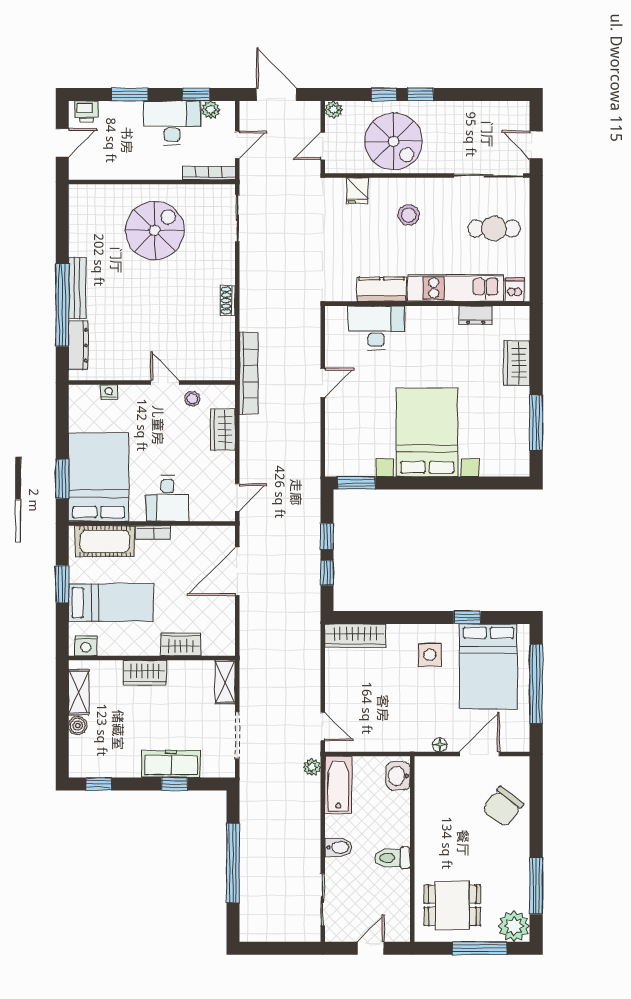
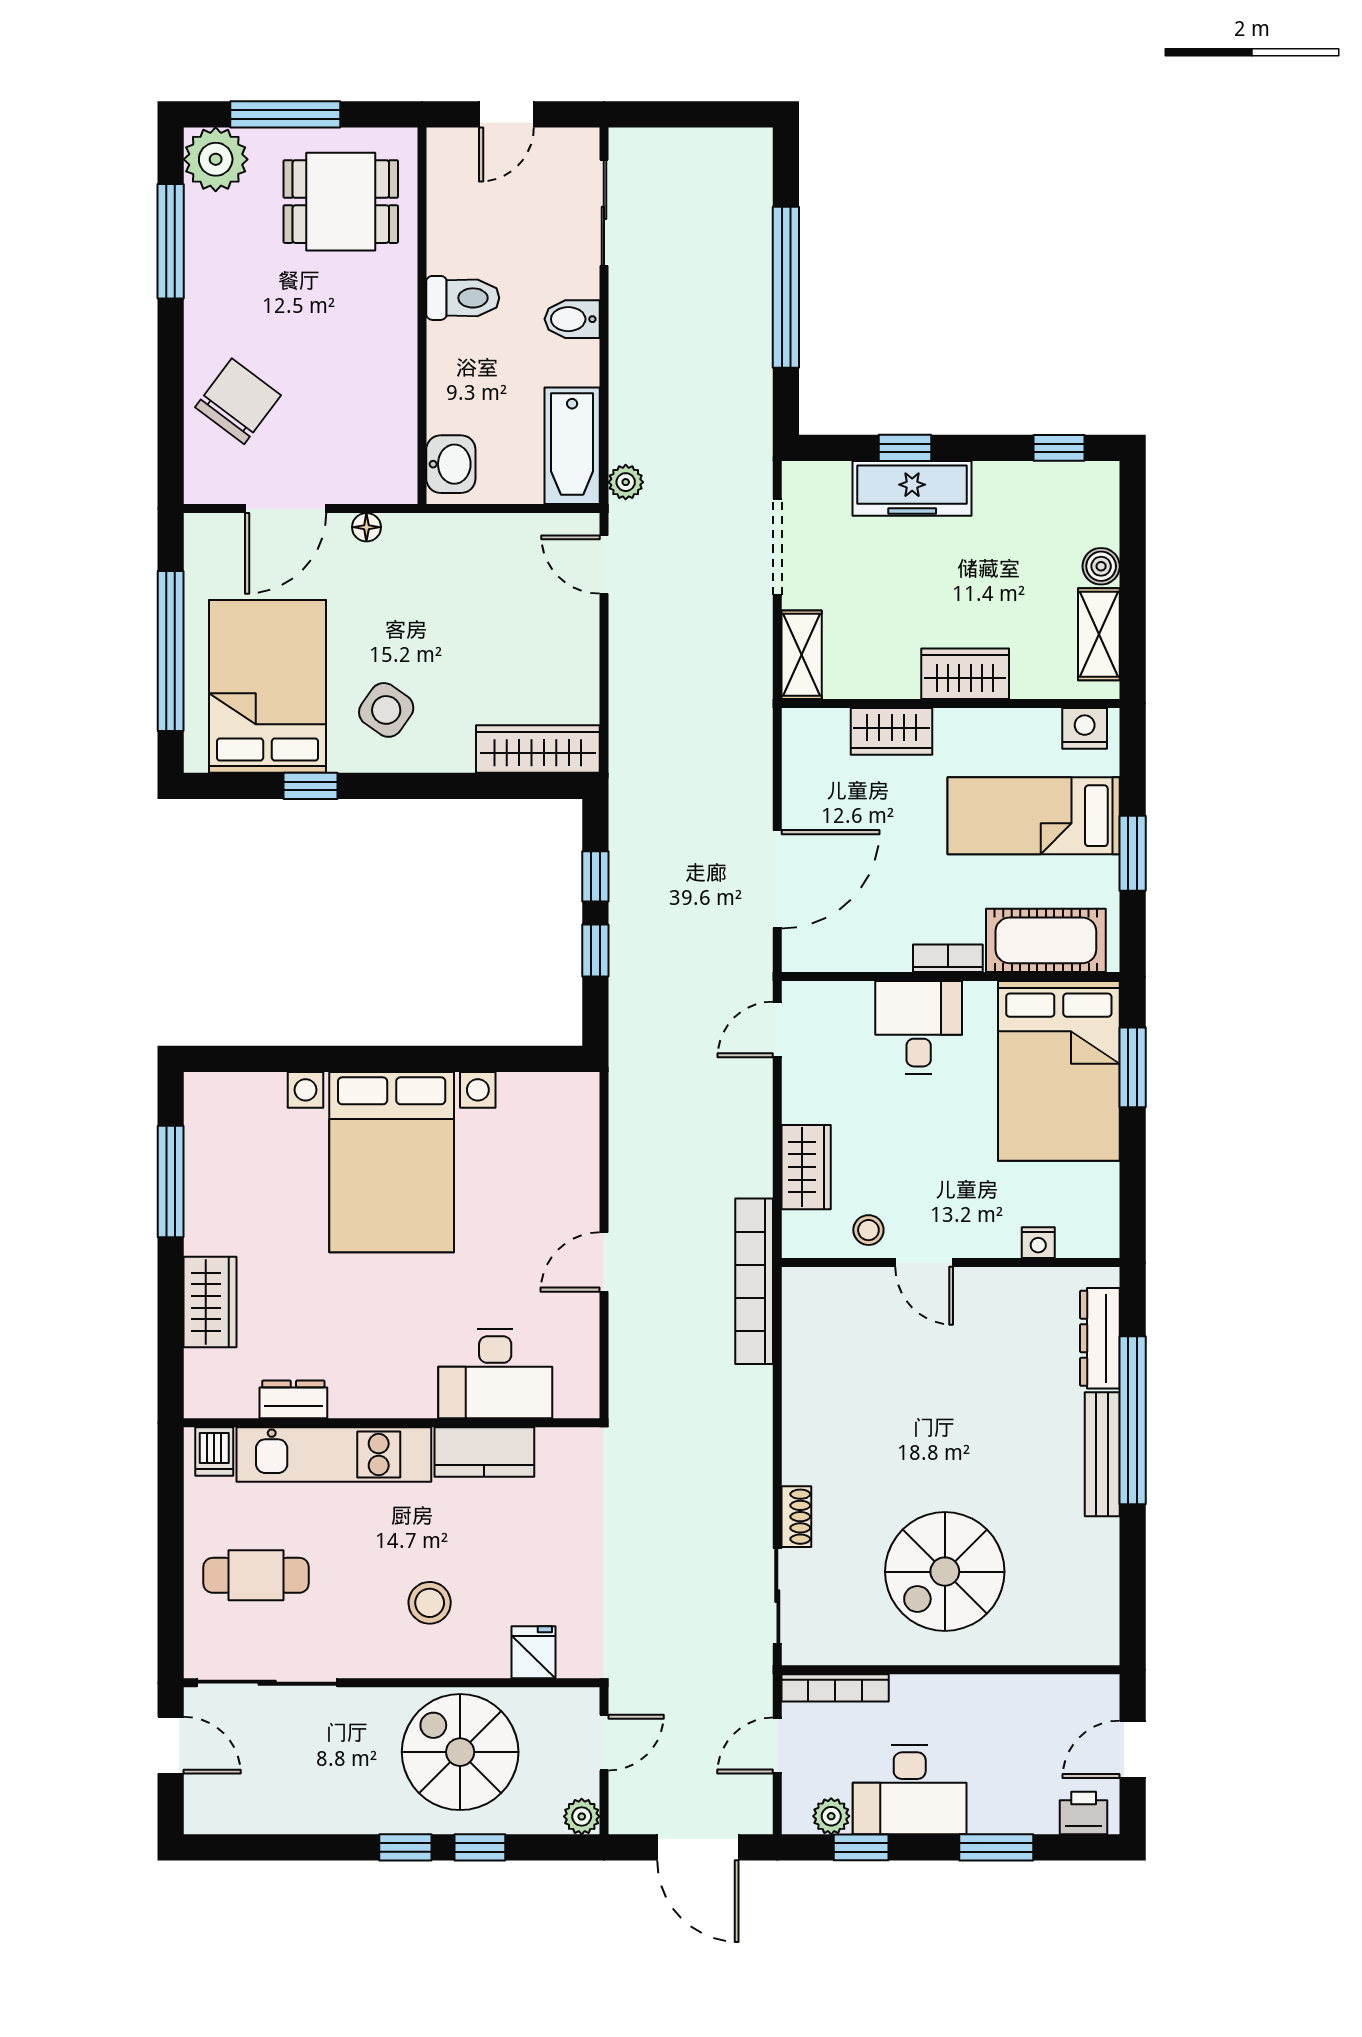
shoe rack: (228, 301) -> (796, 1517), moved
window: (356, 483) -> (535, 1059), removed
side table: (430, 655) -> (386, 710), turned 35

